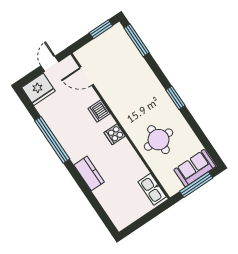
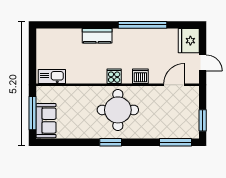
round table: (158, 140) -> (118, 110), moved, width x1.36, depth x1.36

